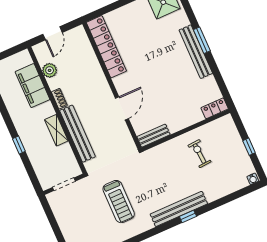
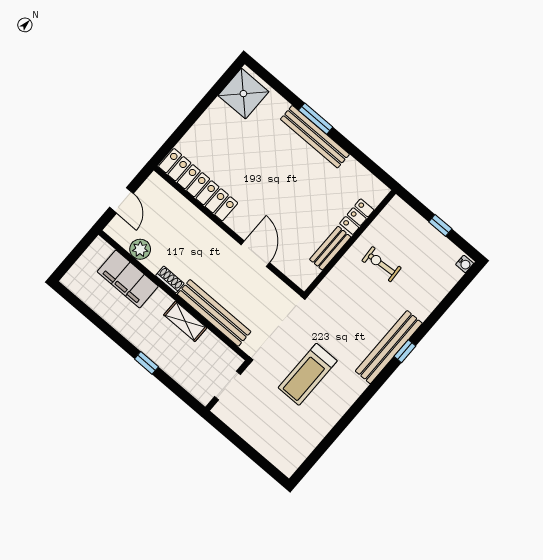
locker: (215, 108) -> (357, 217), moved
bench: (154, 136) -> (330, 248), moved
treadmill: (119, 202) -> (308, 374), turned 90

